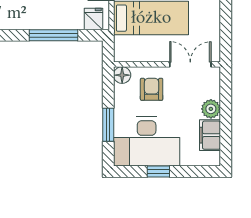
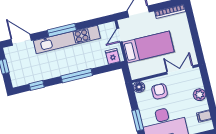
window: (53, 35) -> (77, 76), moved
filing cabinet: (210, 135) -> (204, 116), width x0.50

